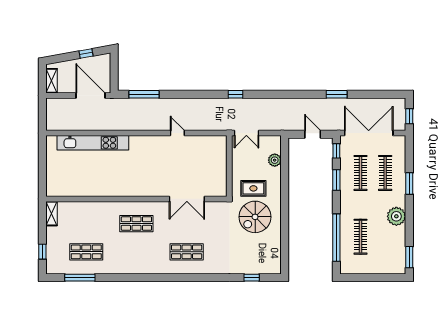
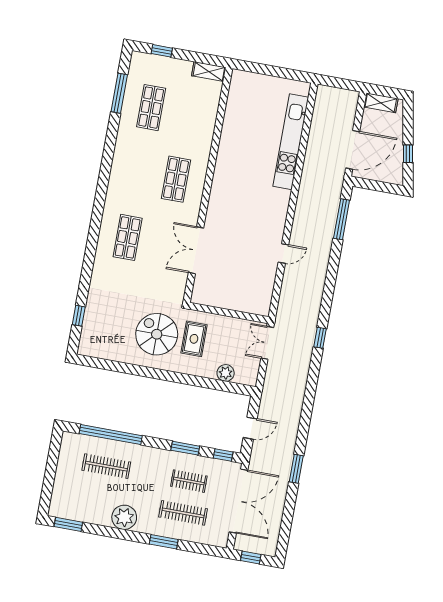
clothes rail: (360, 173) -> (189, 481), width x0.73

